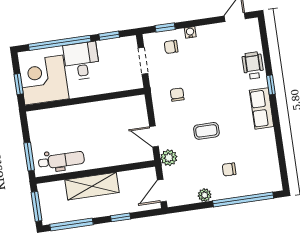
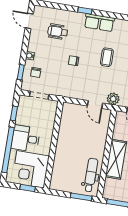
wheelchair: (253, 66) -> (58, 32), moved
chair: (177, 95) -> (74, 61), moved
coffee table: (206, 131) -> (107, 57), moved
door: (154, 136) -> (95, 105), hinge flipped

